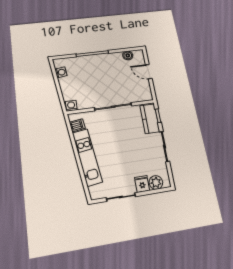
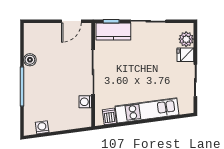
boiler: (128, 55) -> (30, 60), moved
door: (149, 72) -> (71, 21), moved
washing machine: (71, 106) -> (85, 102), moved

